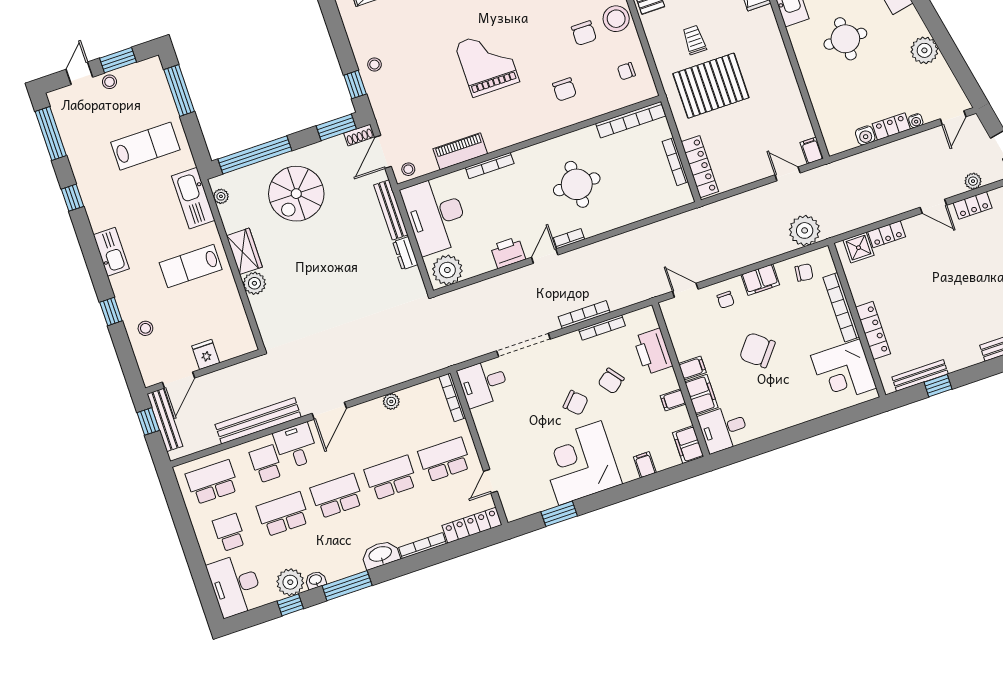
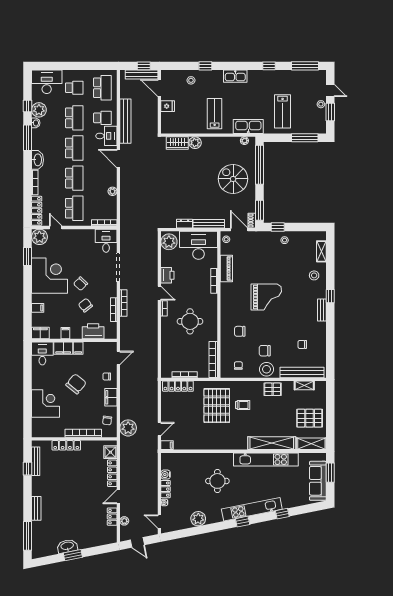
locker: (887, 234) -> (112, 473), width x1.53
wardrobe: (244, 251) -> (177, 143), moved
corner desk: (844, 372) -> (46, 403), moved, turned 90
plant: (517, 504) -> (39, 237), added

